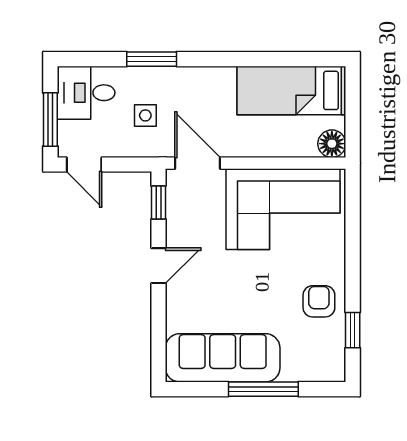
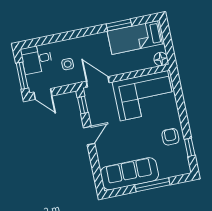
window: (152, 59) -> (119, 25), moved

